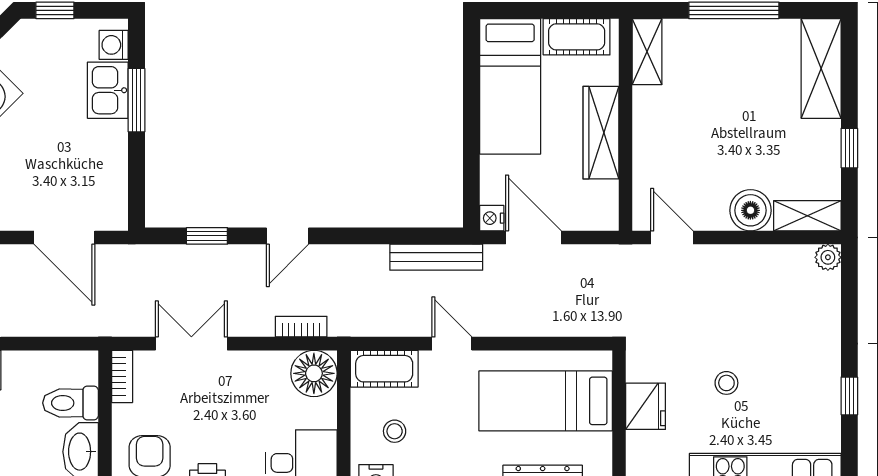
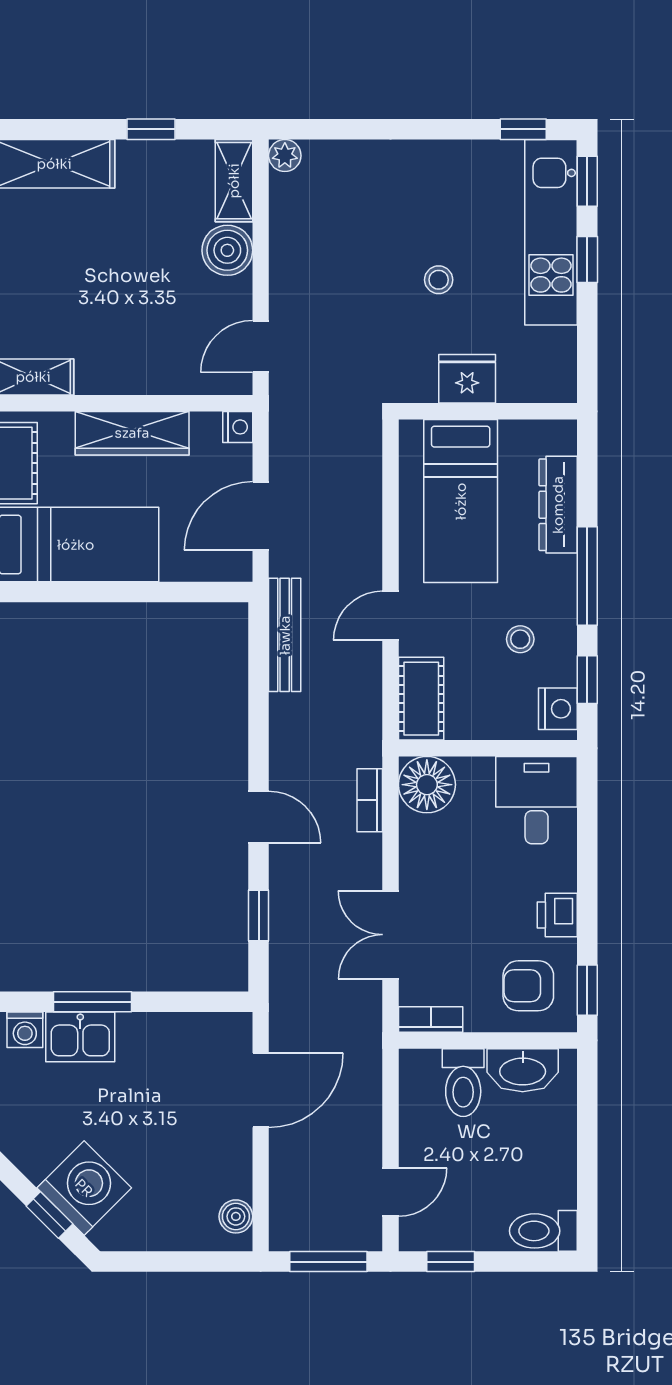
nightstand: (492, 218) -> (238, 427), moved, turned -90
window: (849, 396) -> (523, 129), moved
stool: (395, 431) -> (520, 639), moved

